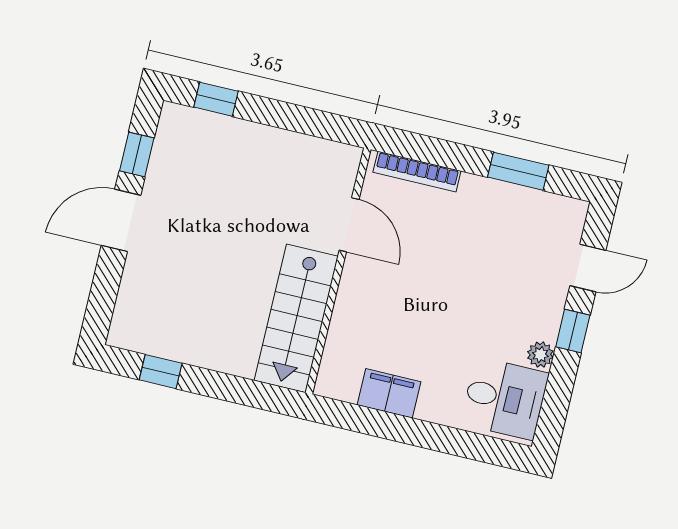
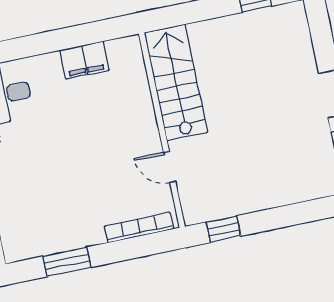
window: (216, 99) -> (223, 229), moved
door: (349, 225) -> (170, 167), width x0.73

